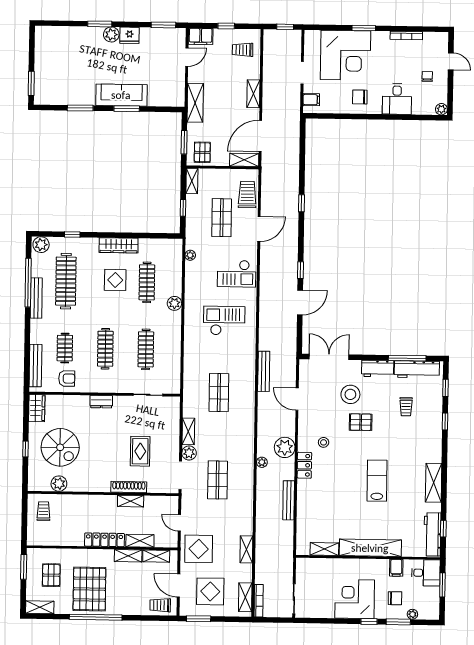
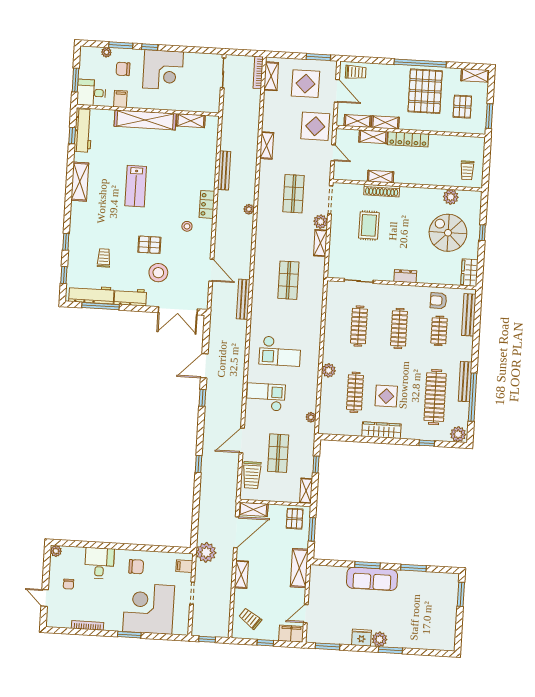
trolley: (243, 50) -> (250, 618), turned -144
plant: (285, 447) -> (206, 552), moved
shelving: (246, 549) -> (267, 145), moved

